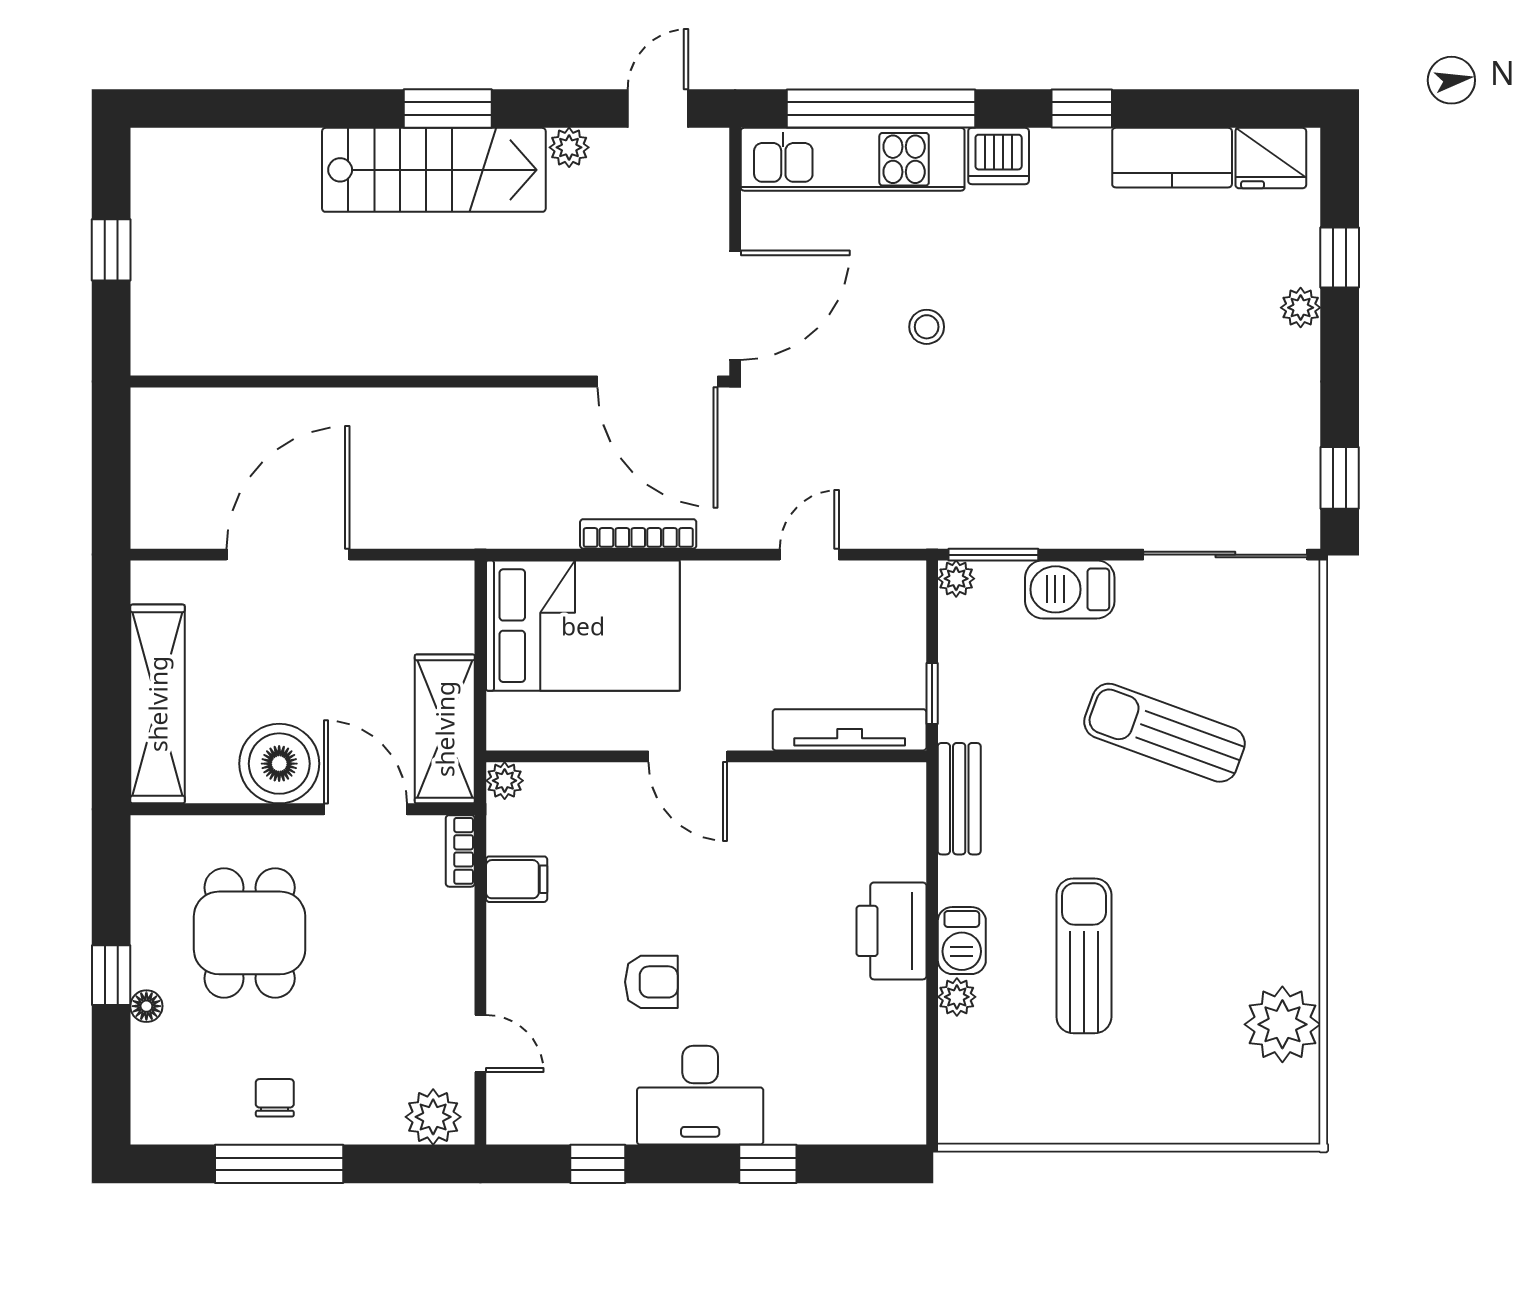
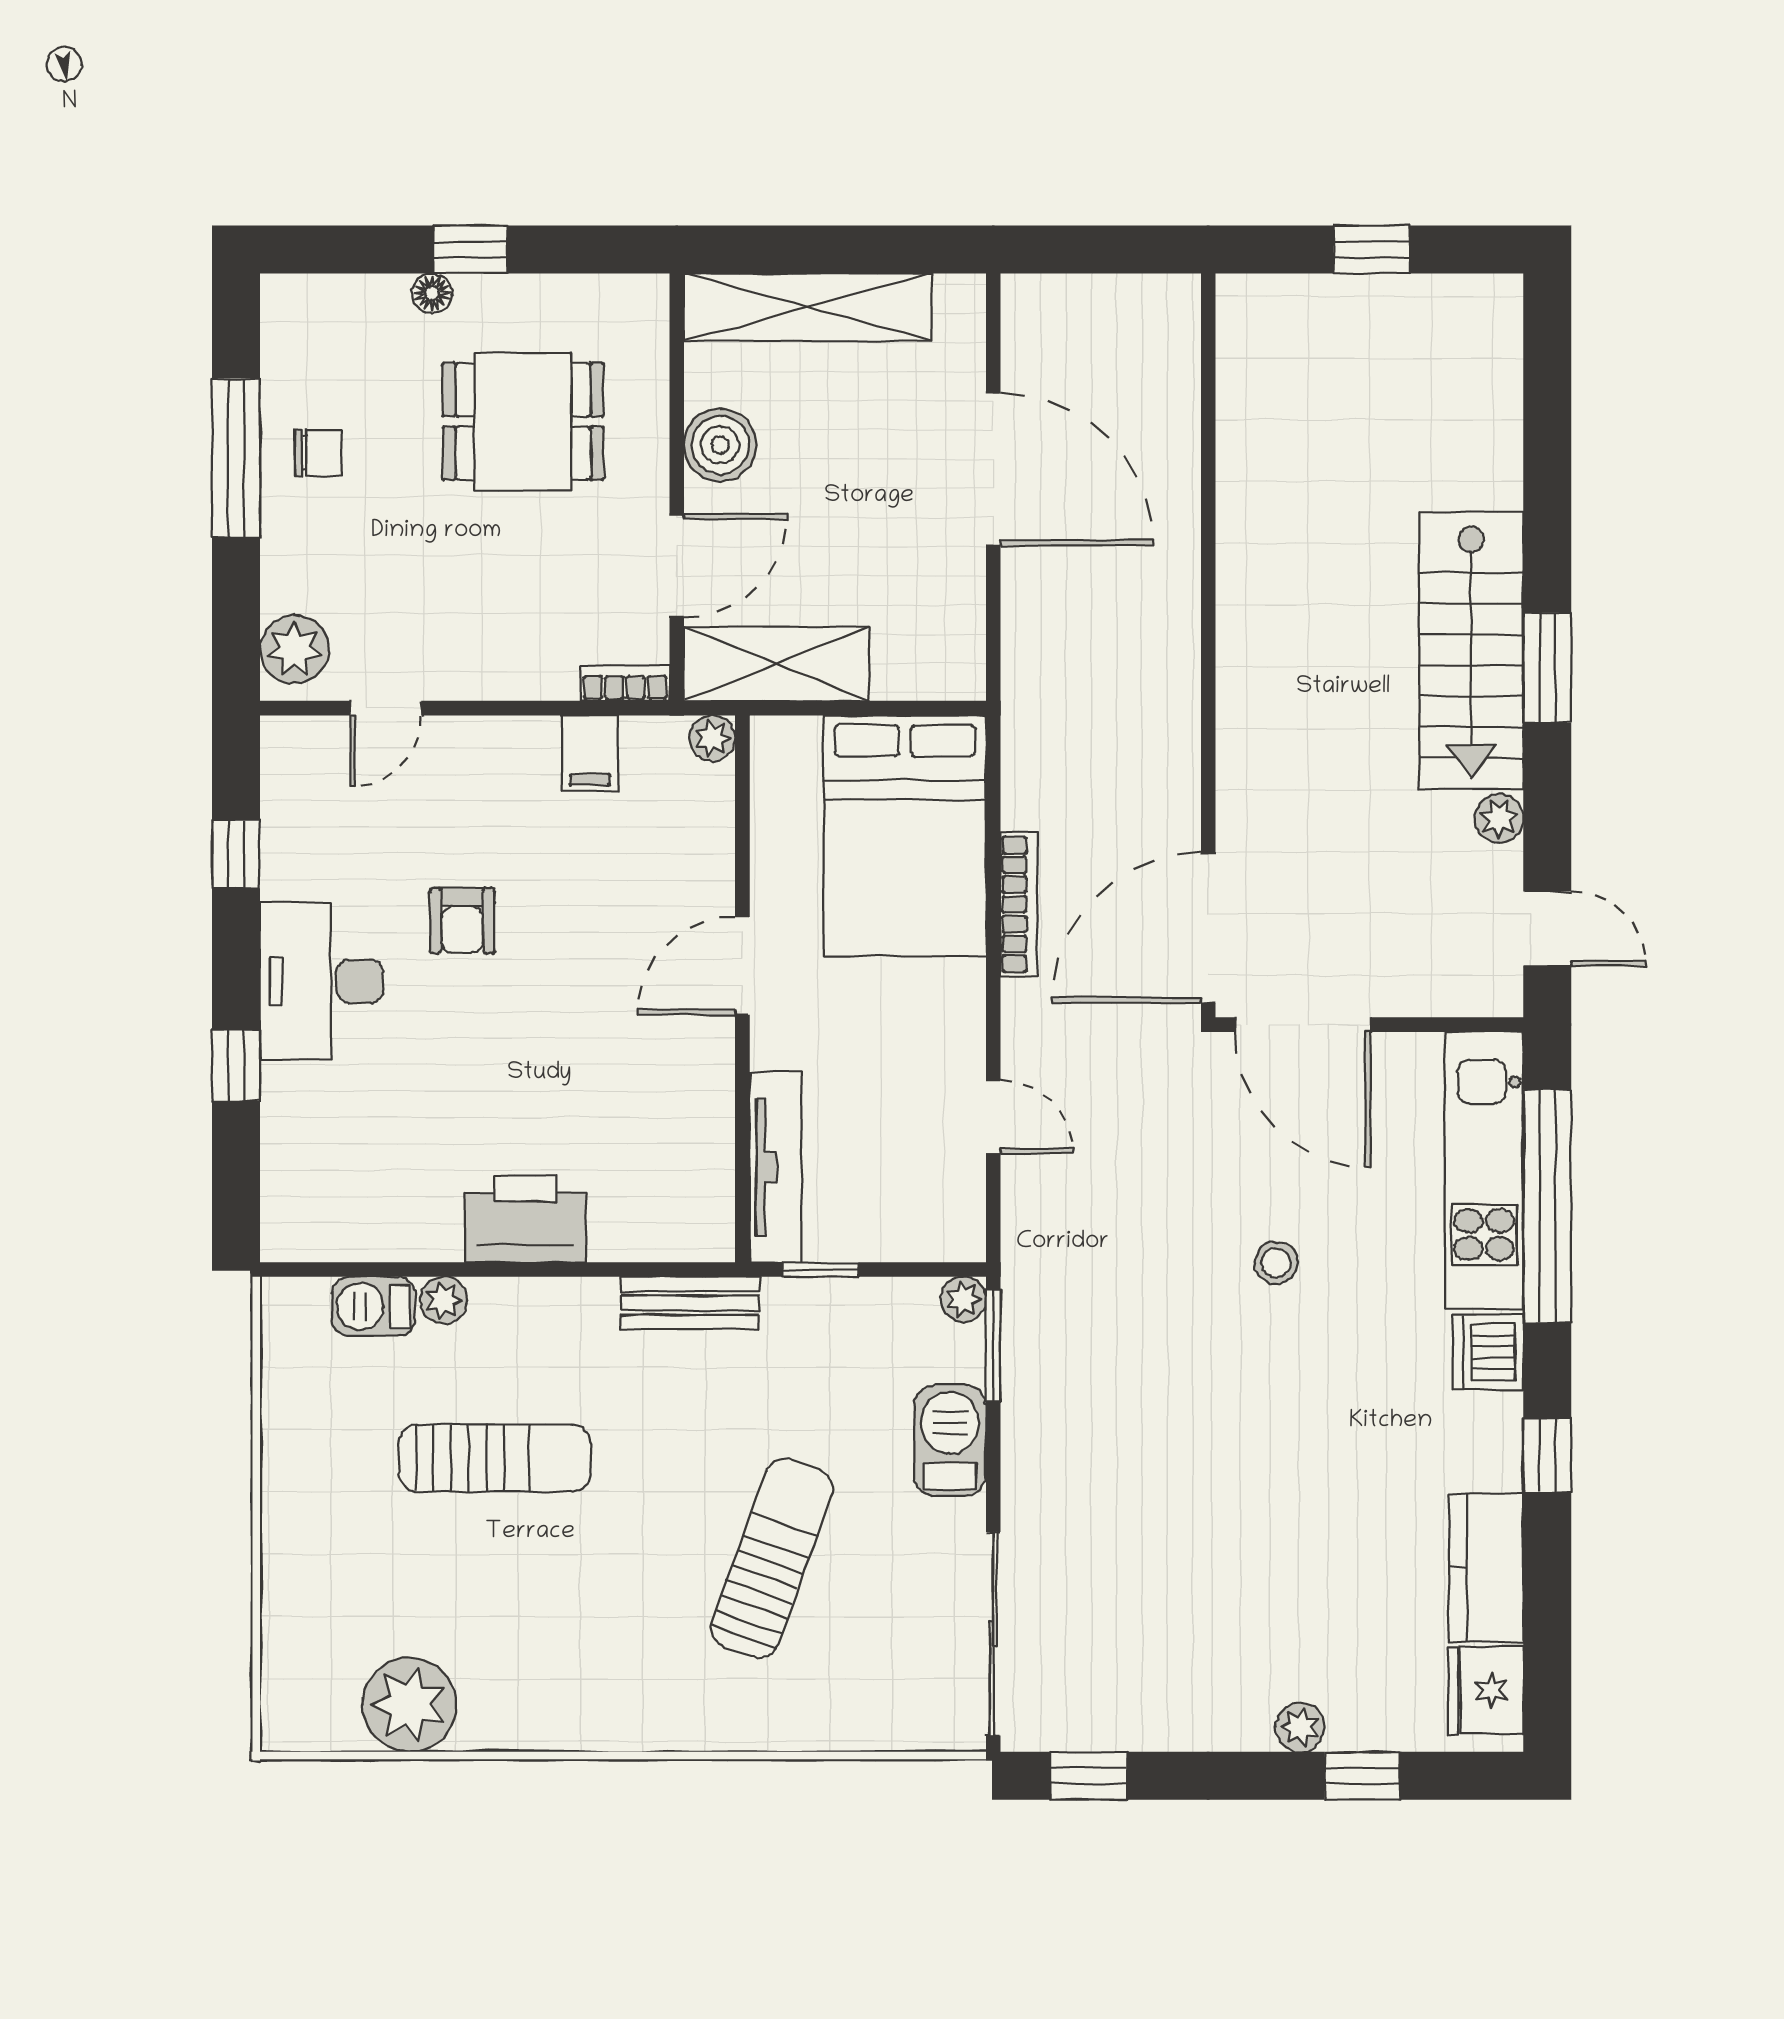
boiler: (279, 764) -> (720, 445), width x0.73, depth x0.73
barbecue: (962, 941) -> (373, 1306), moved

